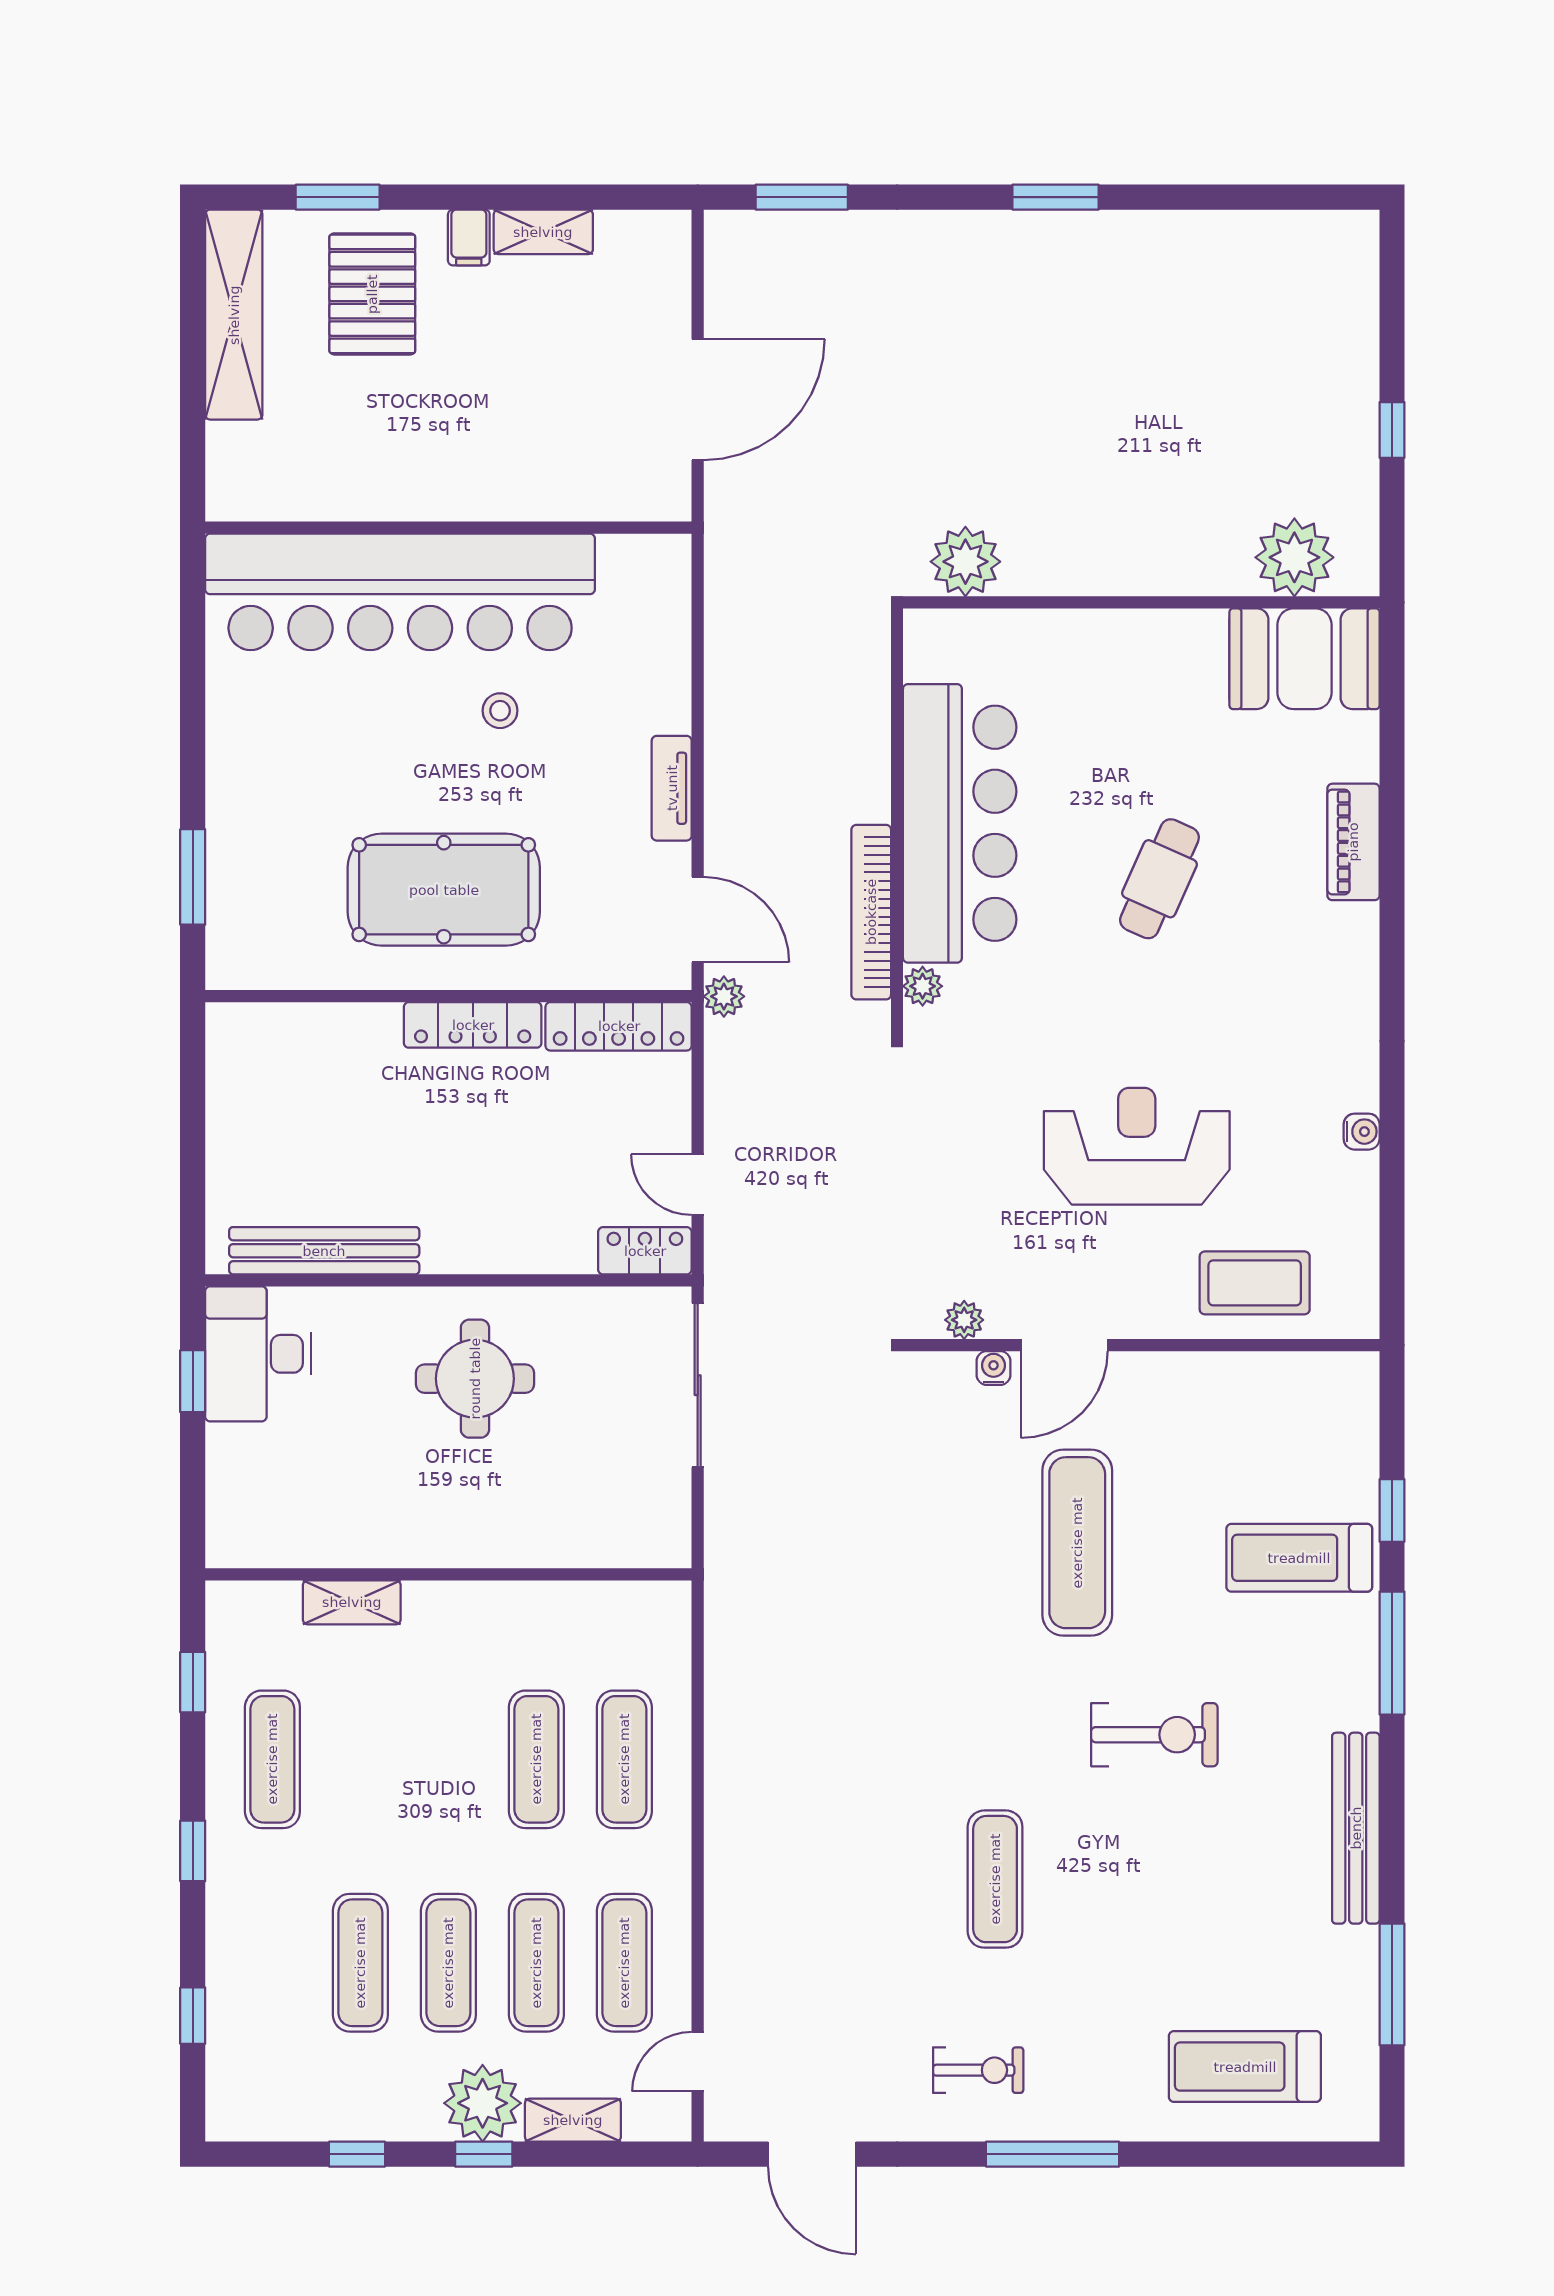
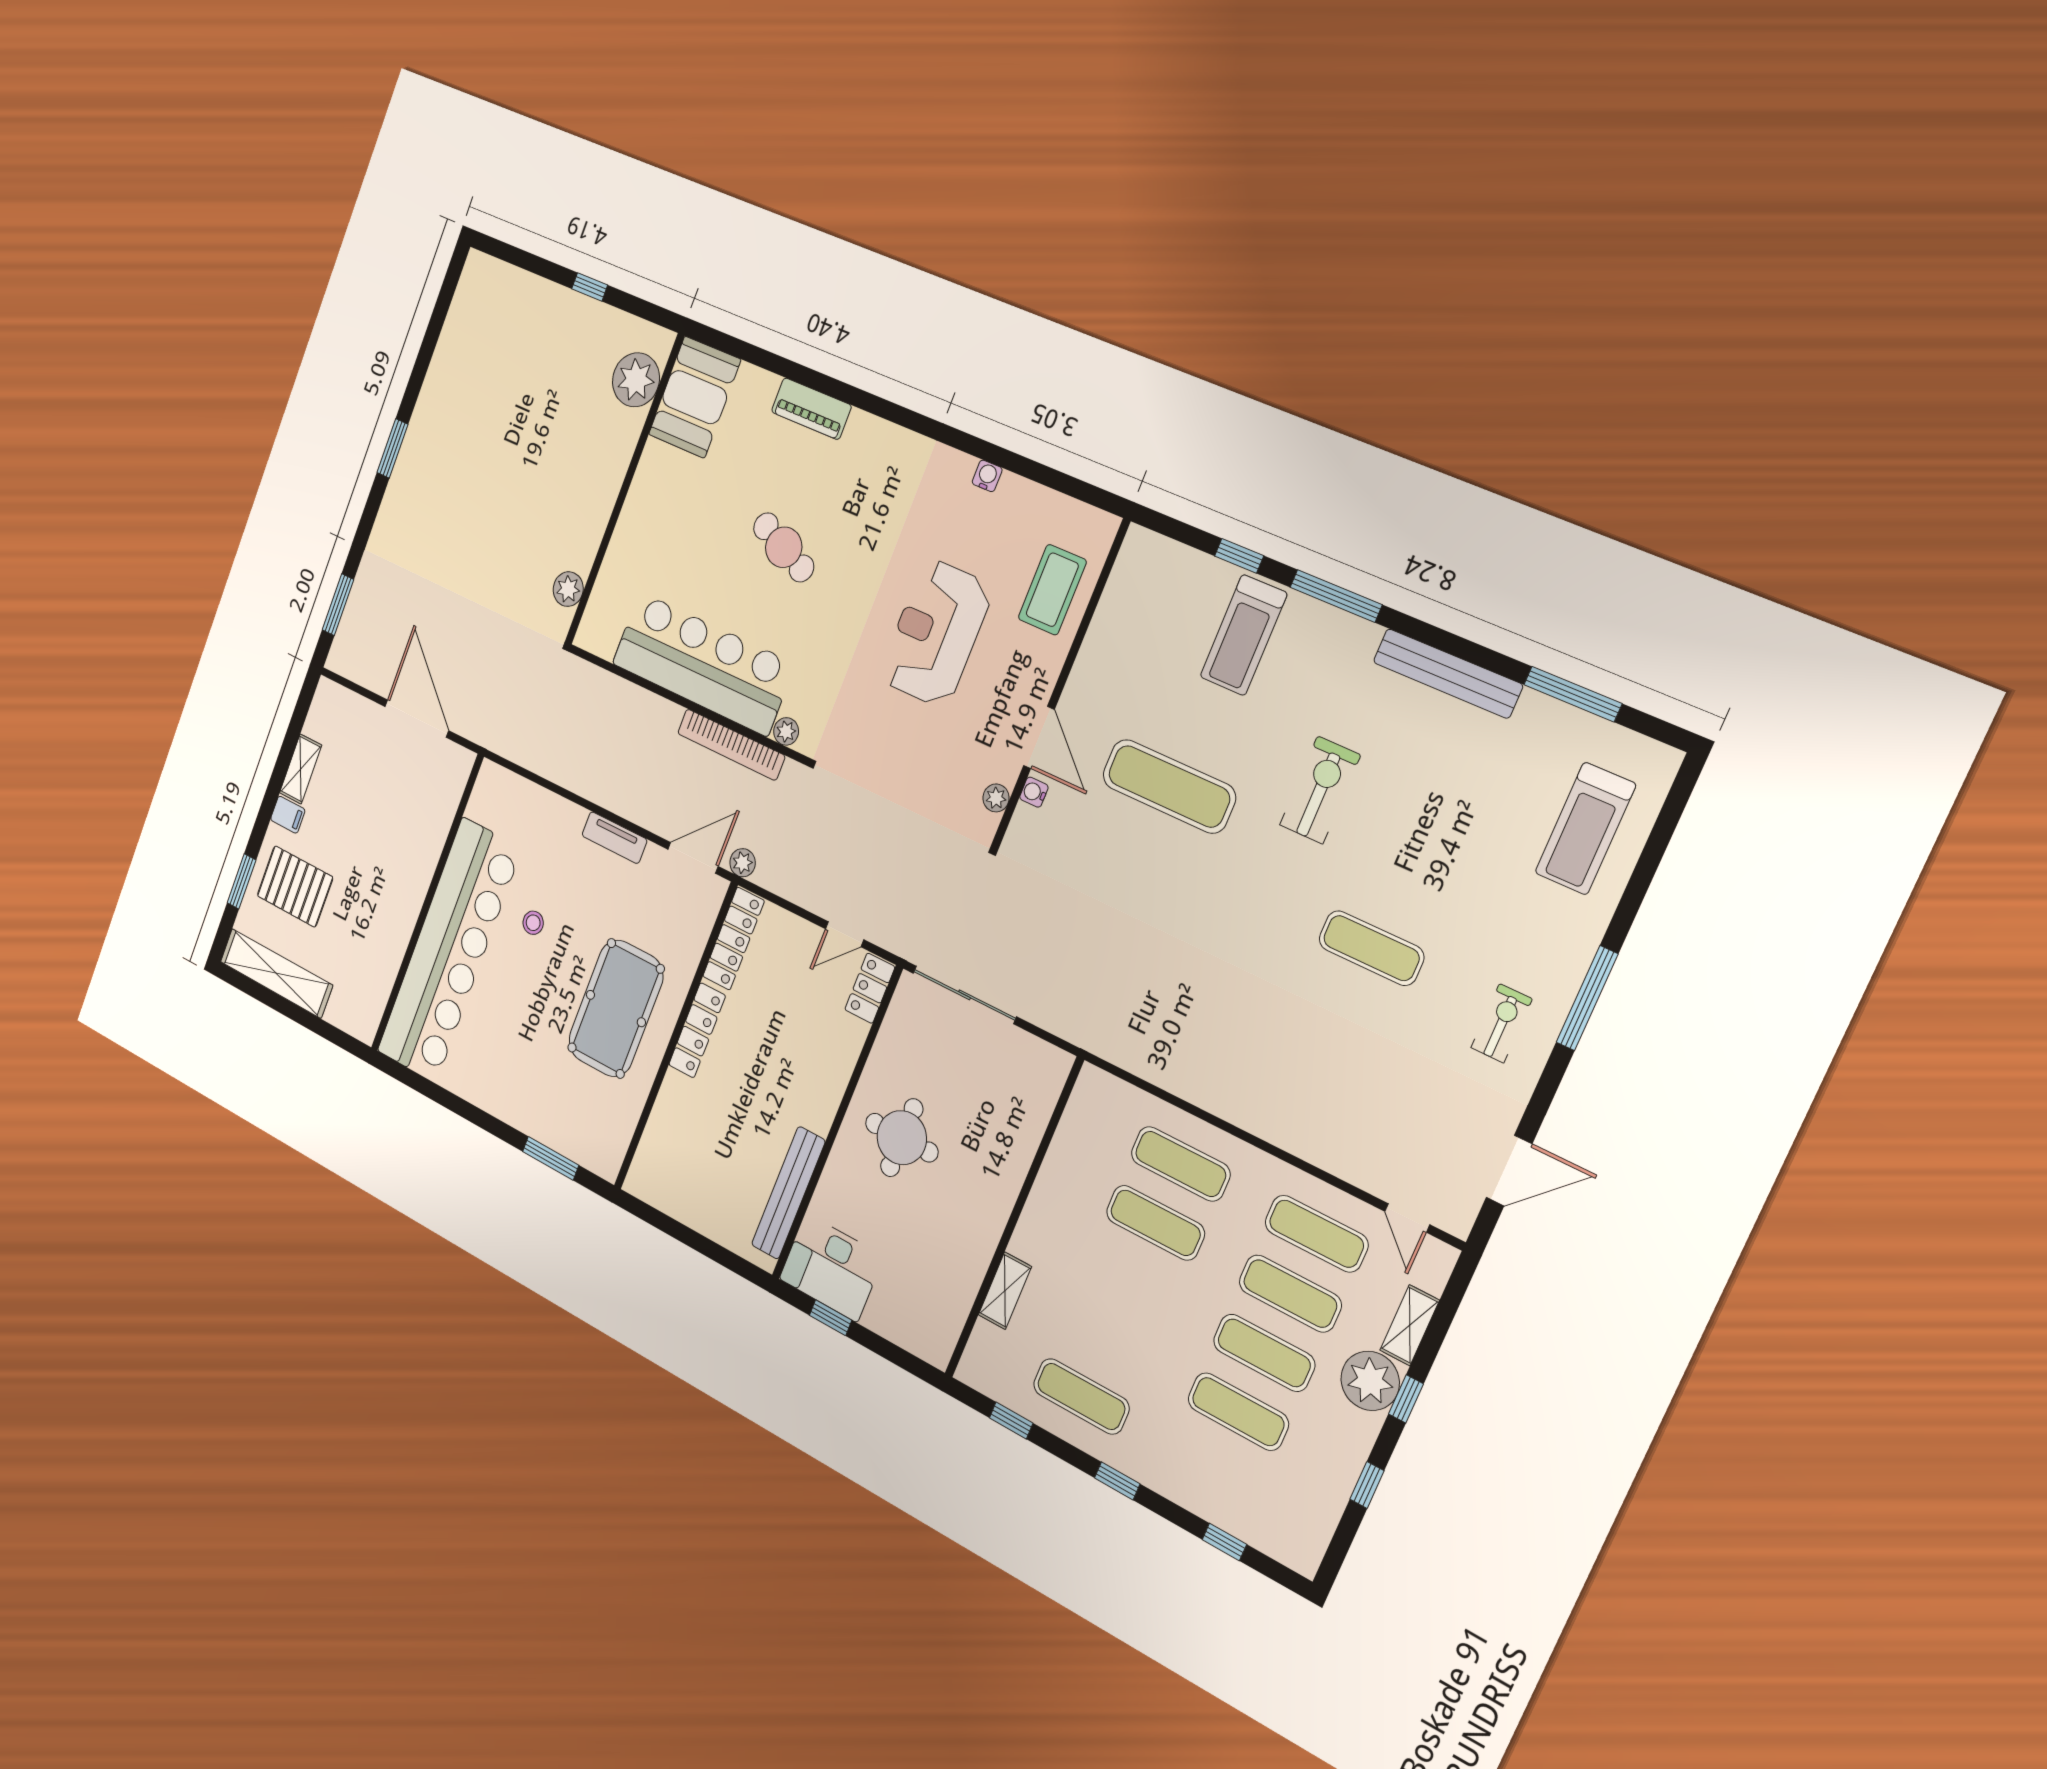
plant: (965, 562) -> (568, 589), width x0.73, depth x0.73

